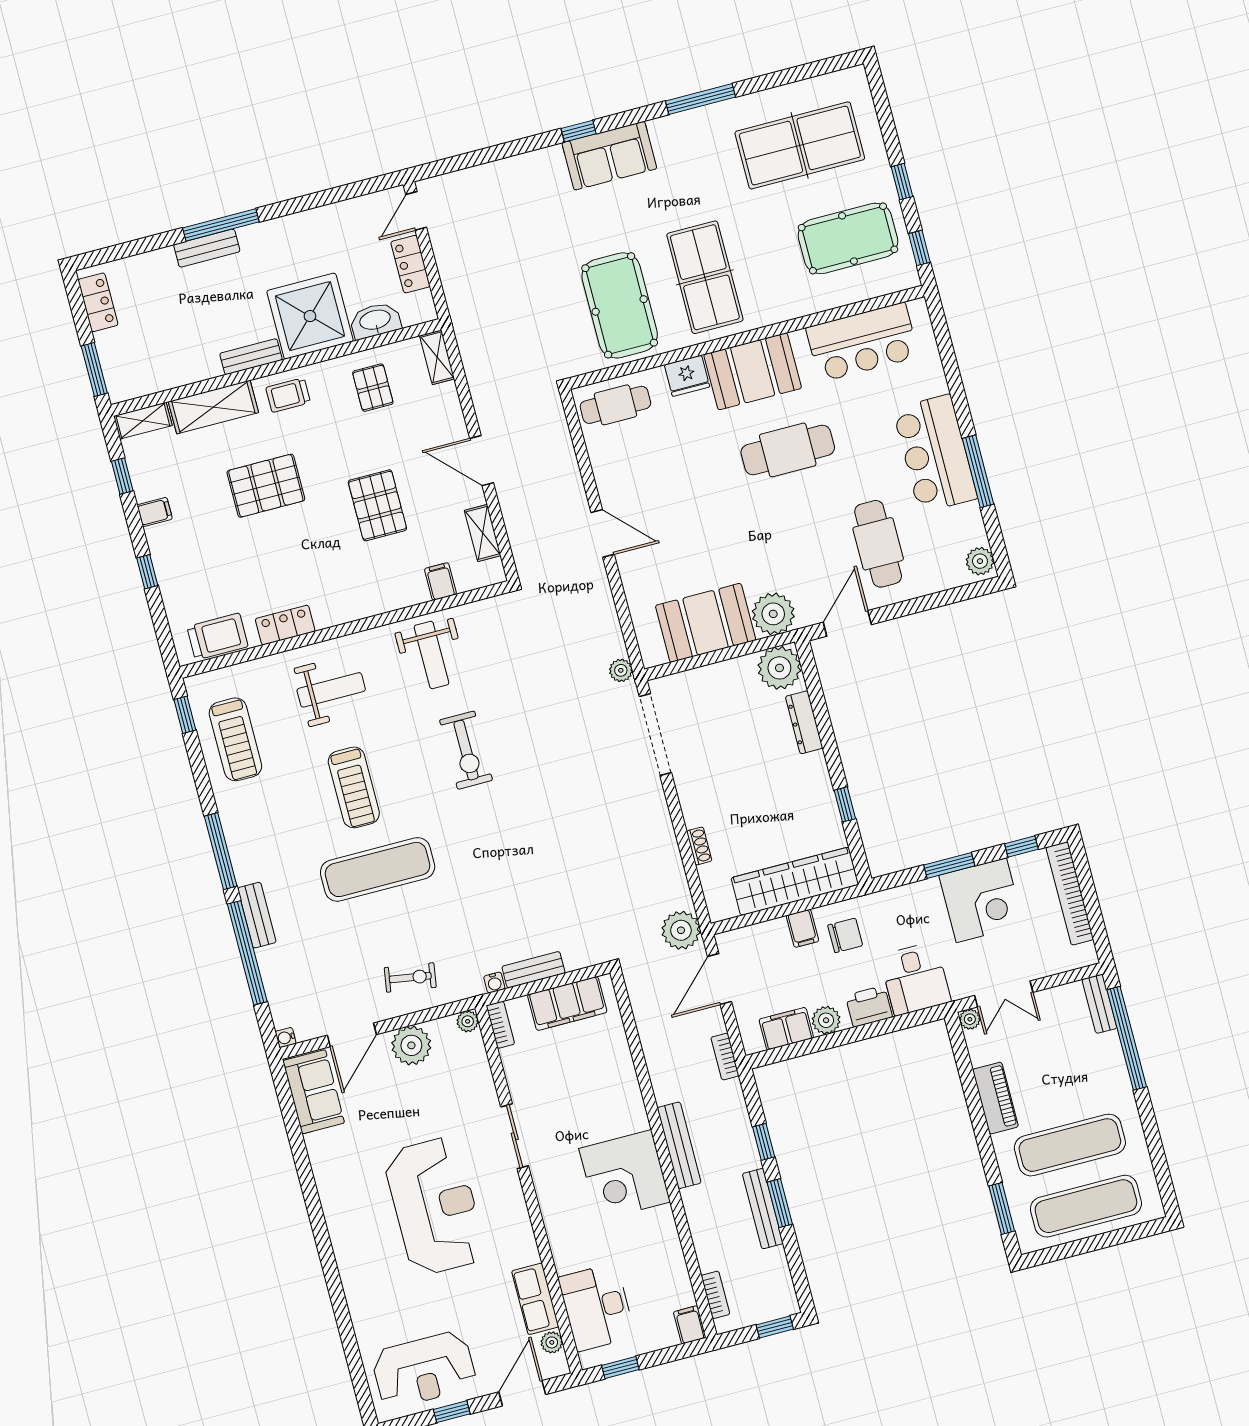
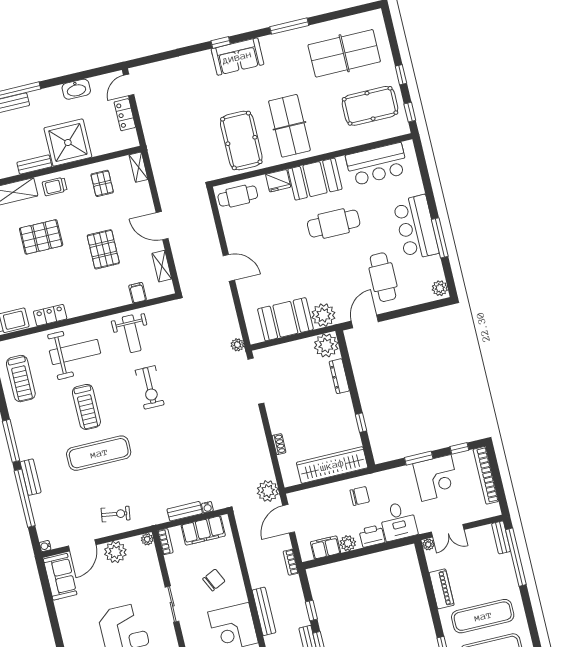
washbasin: (375, 321) -> (76, 89), moved, turned 180
weight bench: (331, 690) -> (75, 352), width x1.36, depth x1.33
filing cabinet: (802, 928) -> (336, 492), removed
water cooler: (494, 983) -> (207, 507), moved
chair: (588, 1091) -> (214, 580), added

